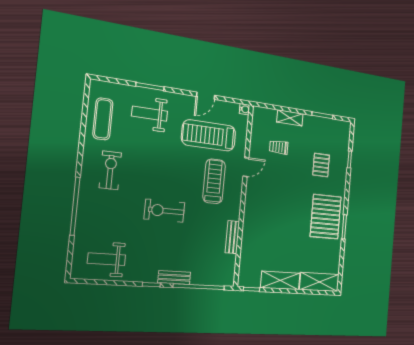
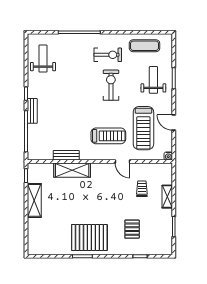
treadmill: (209, 135) -> (143, 128), turned 180
pallet: (321, 165) -> (132, 229), turned 90
exercise bike: (164, 211) -> (111, 85), moved
shelving: (319, 282) -> (72, 170), moved, turned 90

